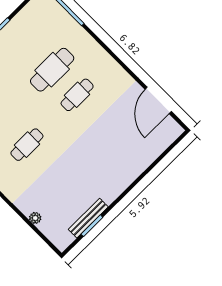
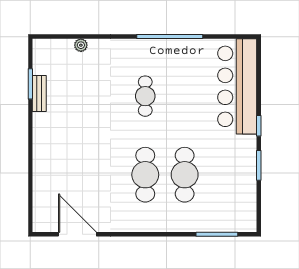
cafe table: (77, 95) -> (145, 175), width x1.37, depth x1.35
bench: (88, 218) -> (39, 94), width x0.73

